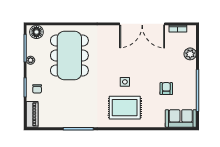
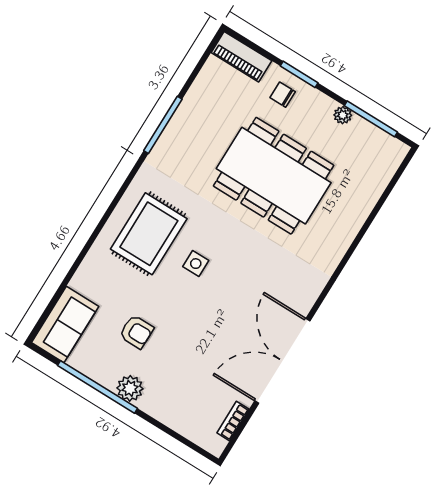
floor lamp: (36, 32) -> (388, 158), removed
plant: (190, 54) -> (130, 388), moved
dining table: (69, 55) -> (274, 176), moved

